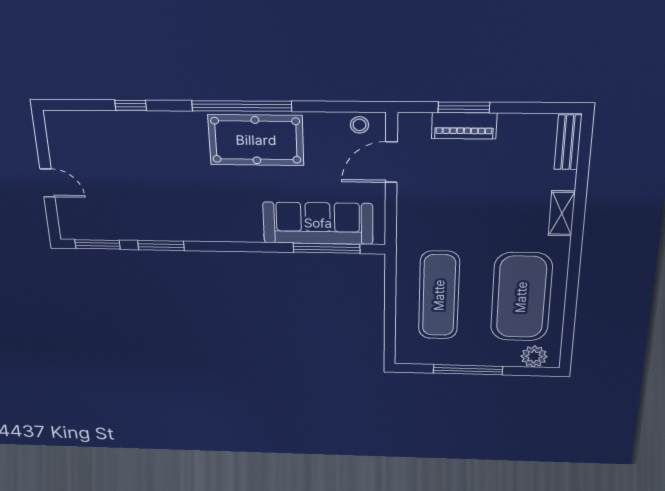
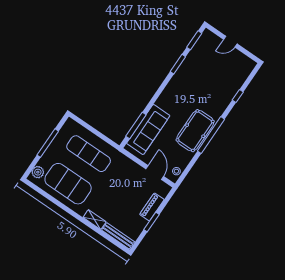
window: (464, 107) -> (151, 222), moved
bench: (568, 142) -> (118, 236), width x1.36

